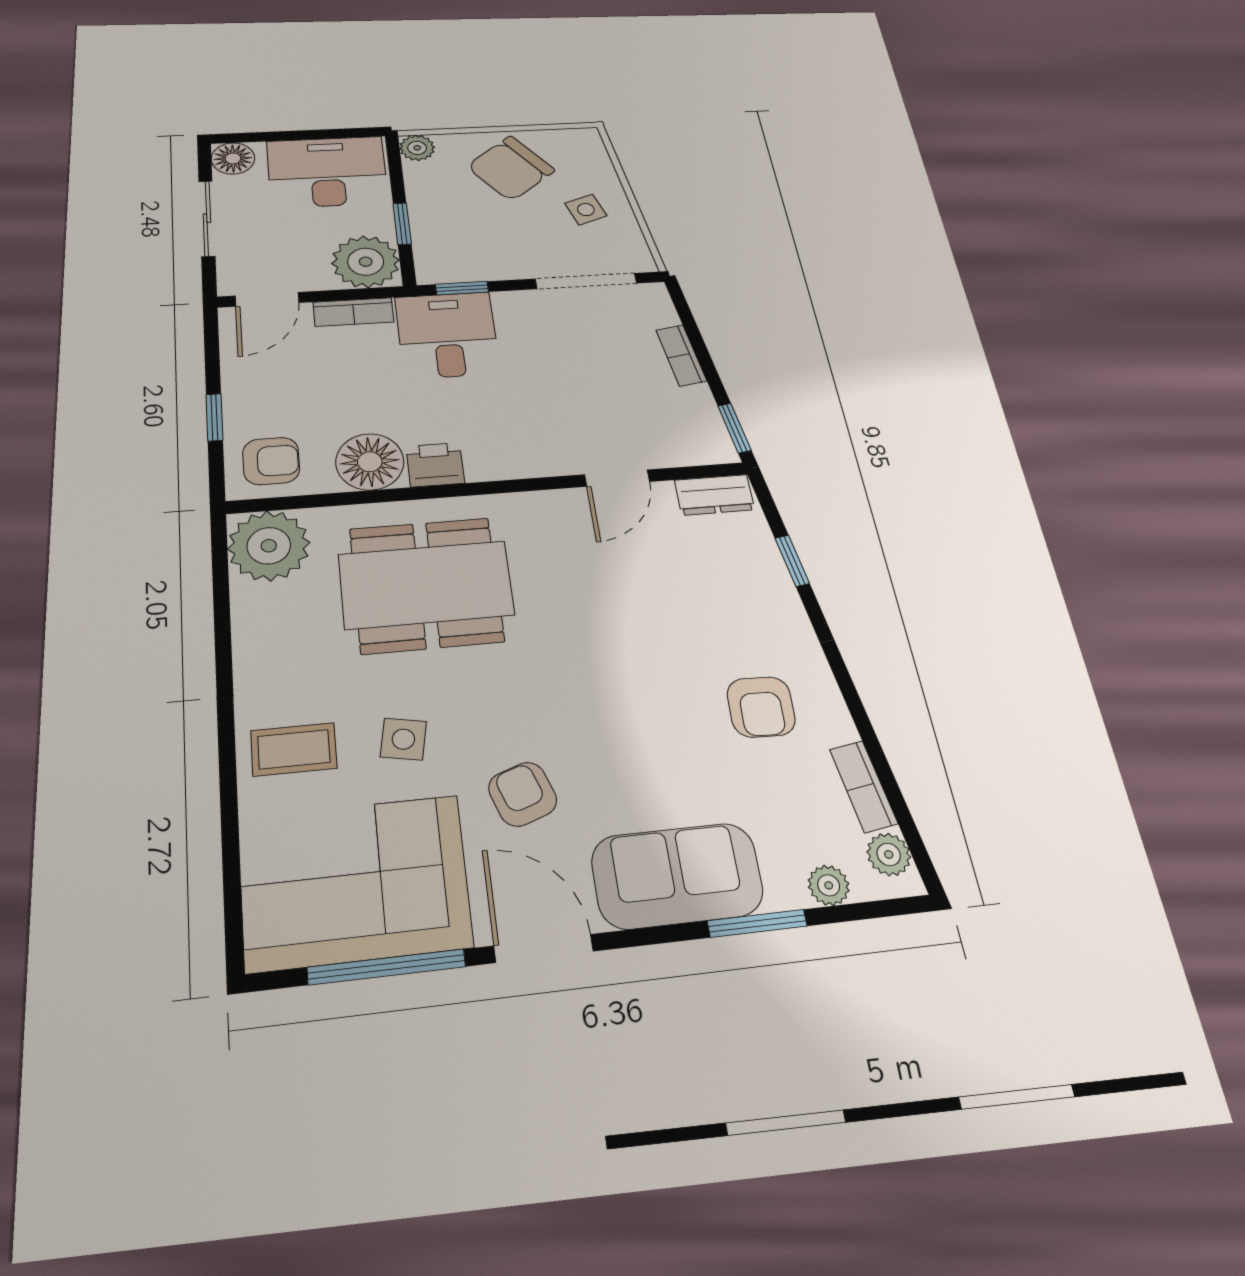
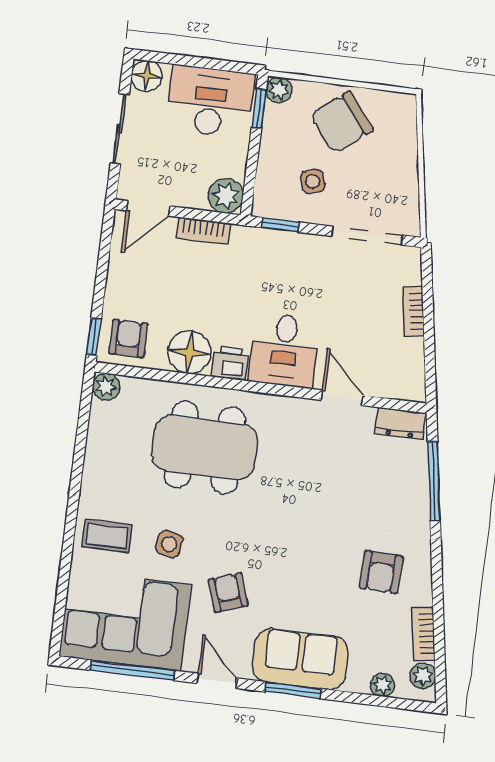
side table: (586, 210) -> (313, 182), moved
window: (402, 224) -> (259, 108), moved
plant: (366, 262) -> (226, 196), width x0.73, depth x0.73
desk: (447, 335) -> (284, 350), moved, turned 180
window: (214, 417) -> (94, 337), moved
window: (735, 428) -> (430, 376), removed
armchair: (271, 461) -> (128, 339), turned -90
door: (617, 478) -> (342, 398), swing flipped
plant: (269, 546) -> (106, 387), width x0.53, depth x0.53
window: (792, 561) -> (434, 481), width x2.17
window: (757, 923) -> (293, 690), moved
door: (544, 949) -> (217, 681), width x0.73

